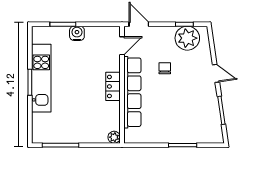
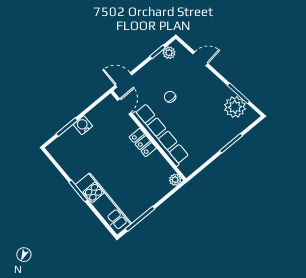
plant: (187, 38) -> (169, 53), width x0.53, depth x0.53
door: (216, 73) -> (200, 59), moved
kitchen unit: (41, 78) -> (103, 204), moved
plant: (210, 119) -> (235, 107), added

